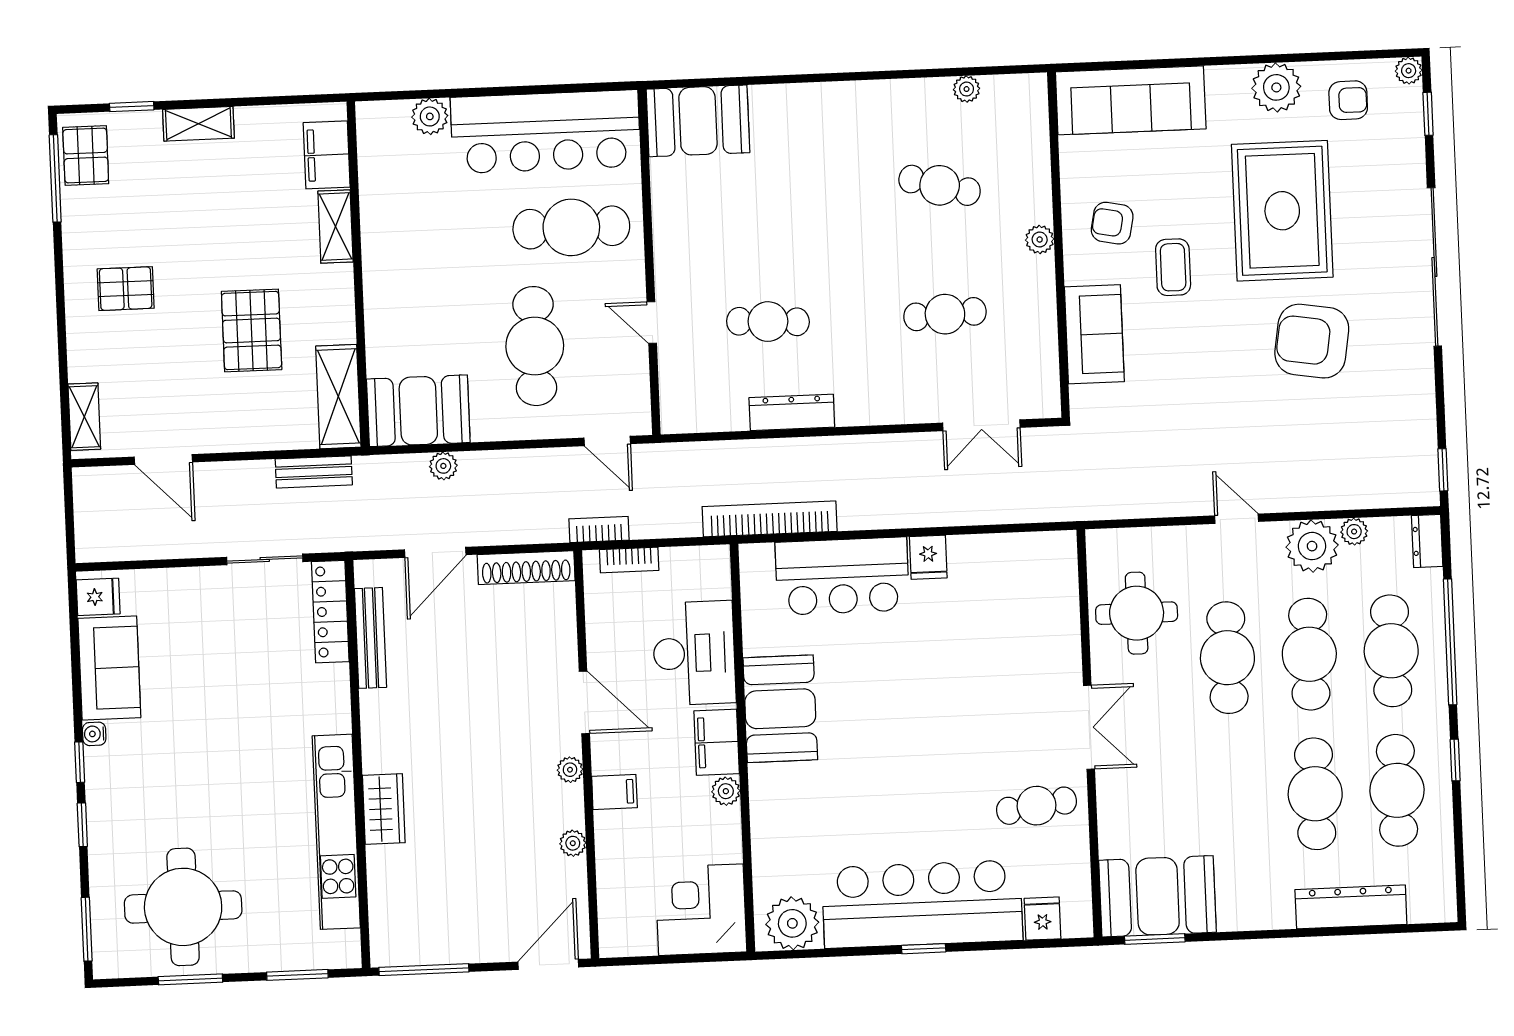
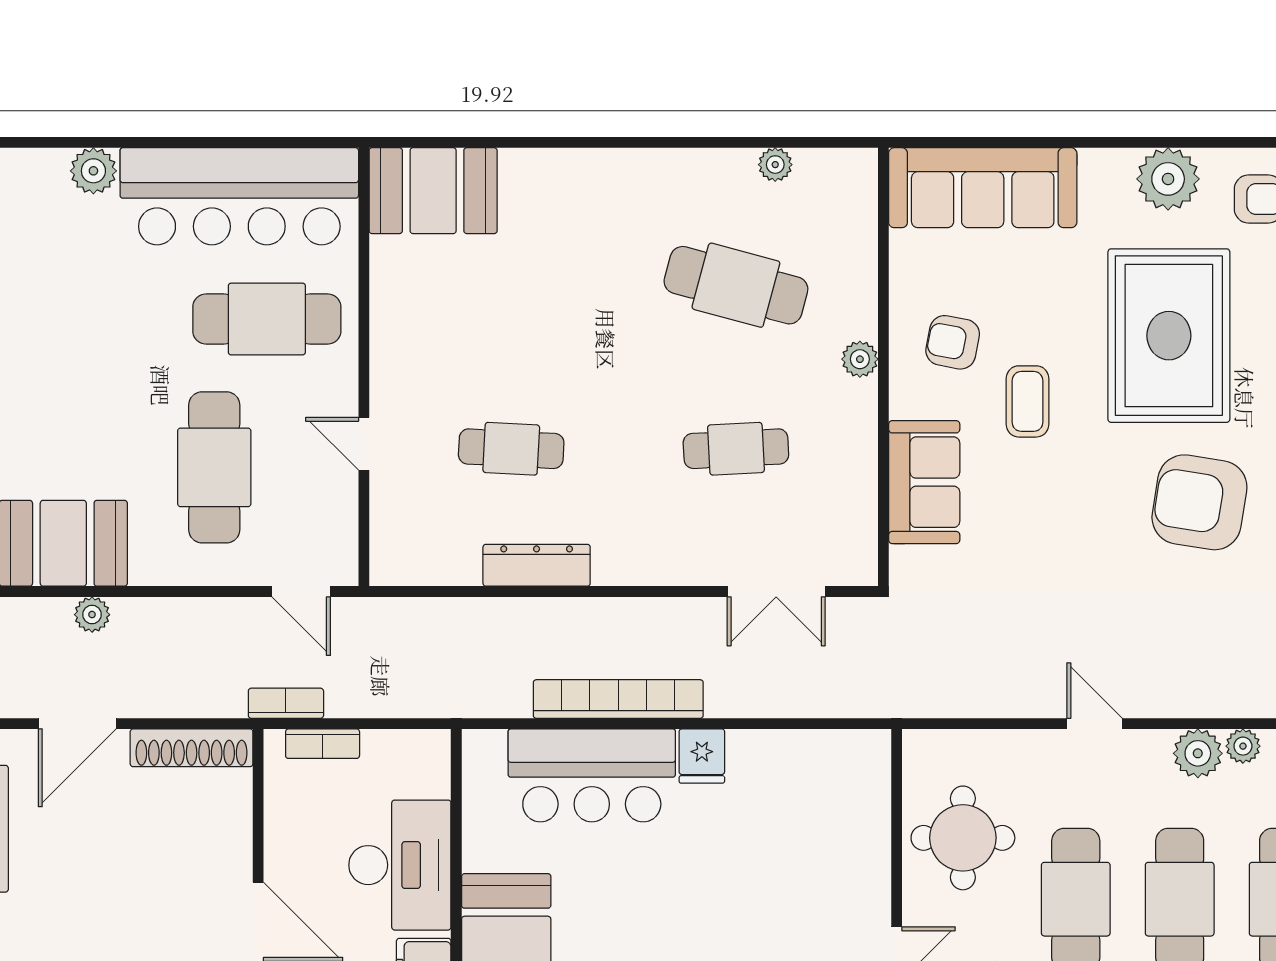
cafe table: (940, 185) -> (736, 285), width x1.37, depth x1.35
bookcase: (770, 519) -> (618, 699), moved
plant: (1312, 546) -> (1198, 753), width x0.73, depth x0.73

